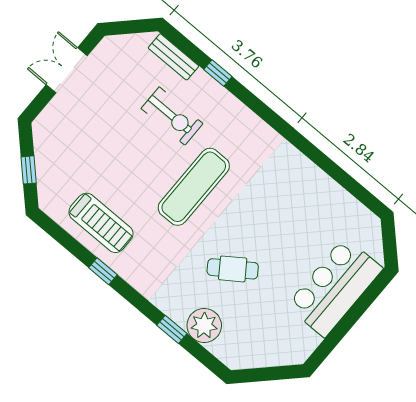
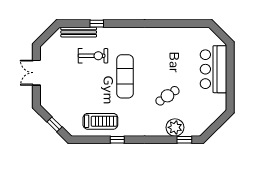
bench: (173, 57) -> (79, 32), width x1.36
window: (172, 329) -> (184, 140), moved

